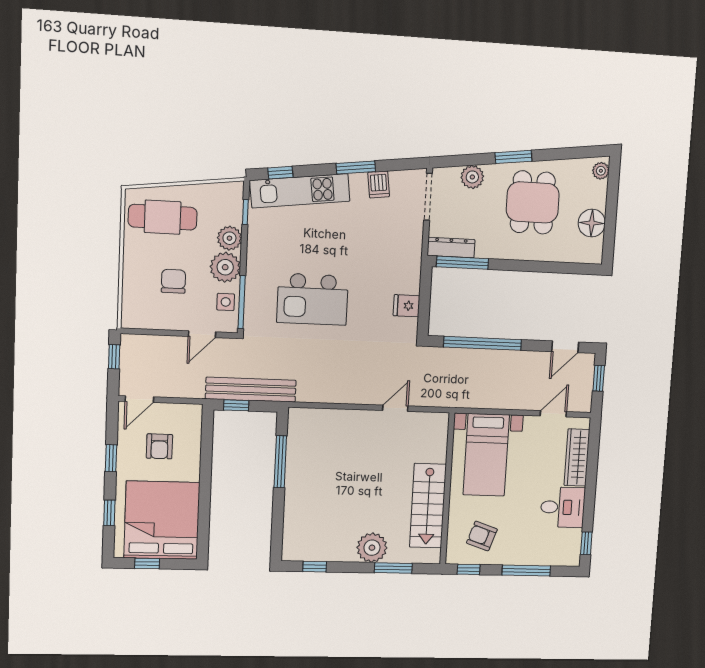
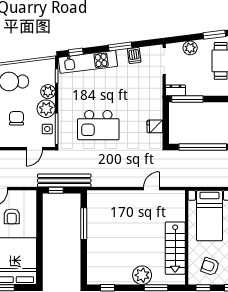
dresser: (451, 248) -> (175, 90), width x0.70

